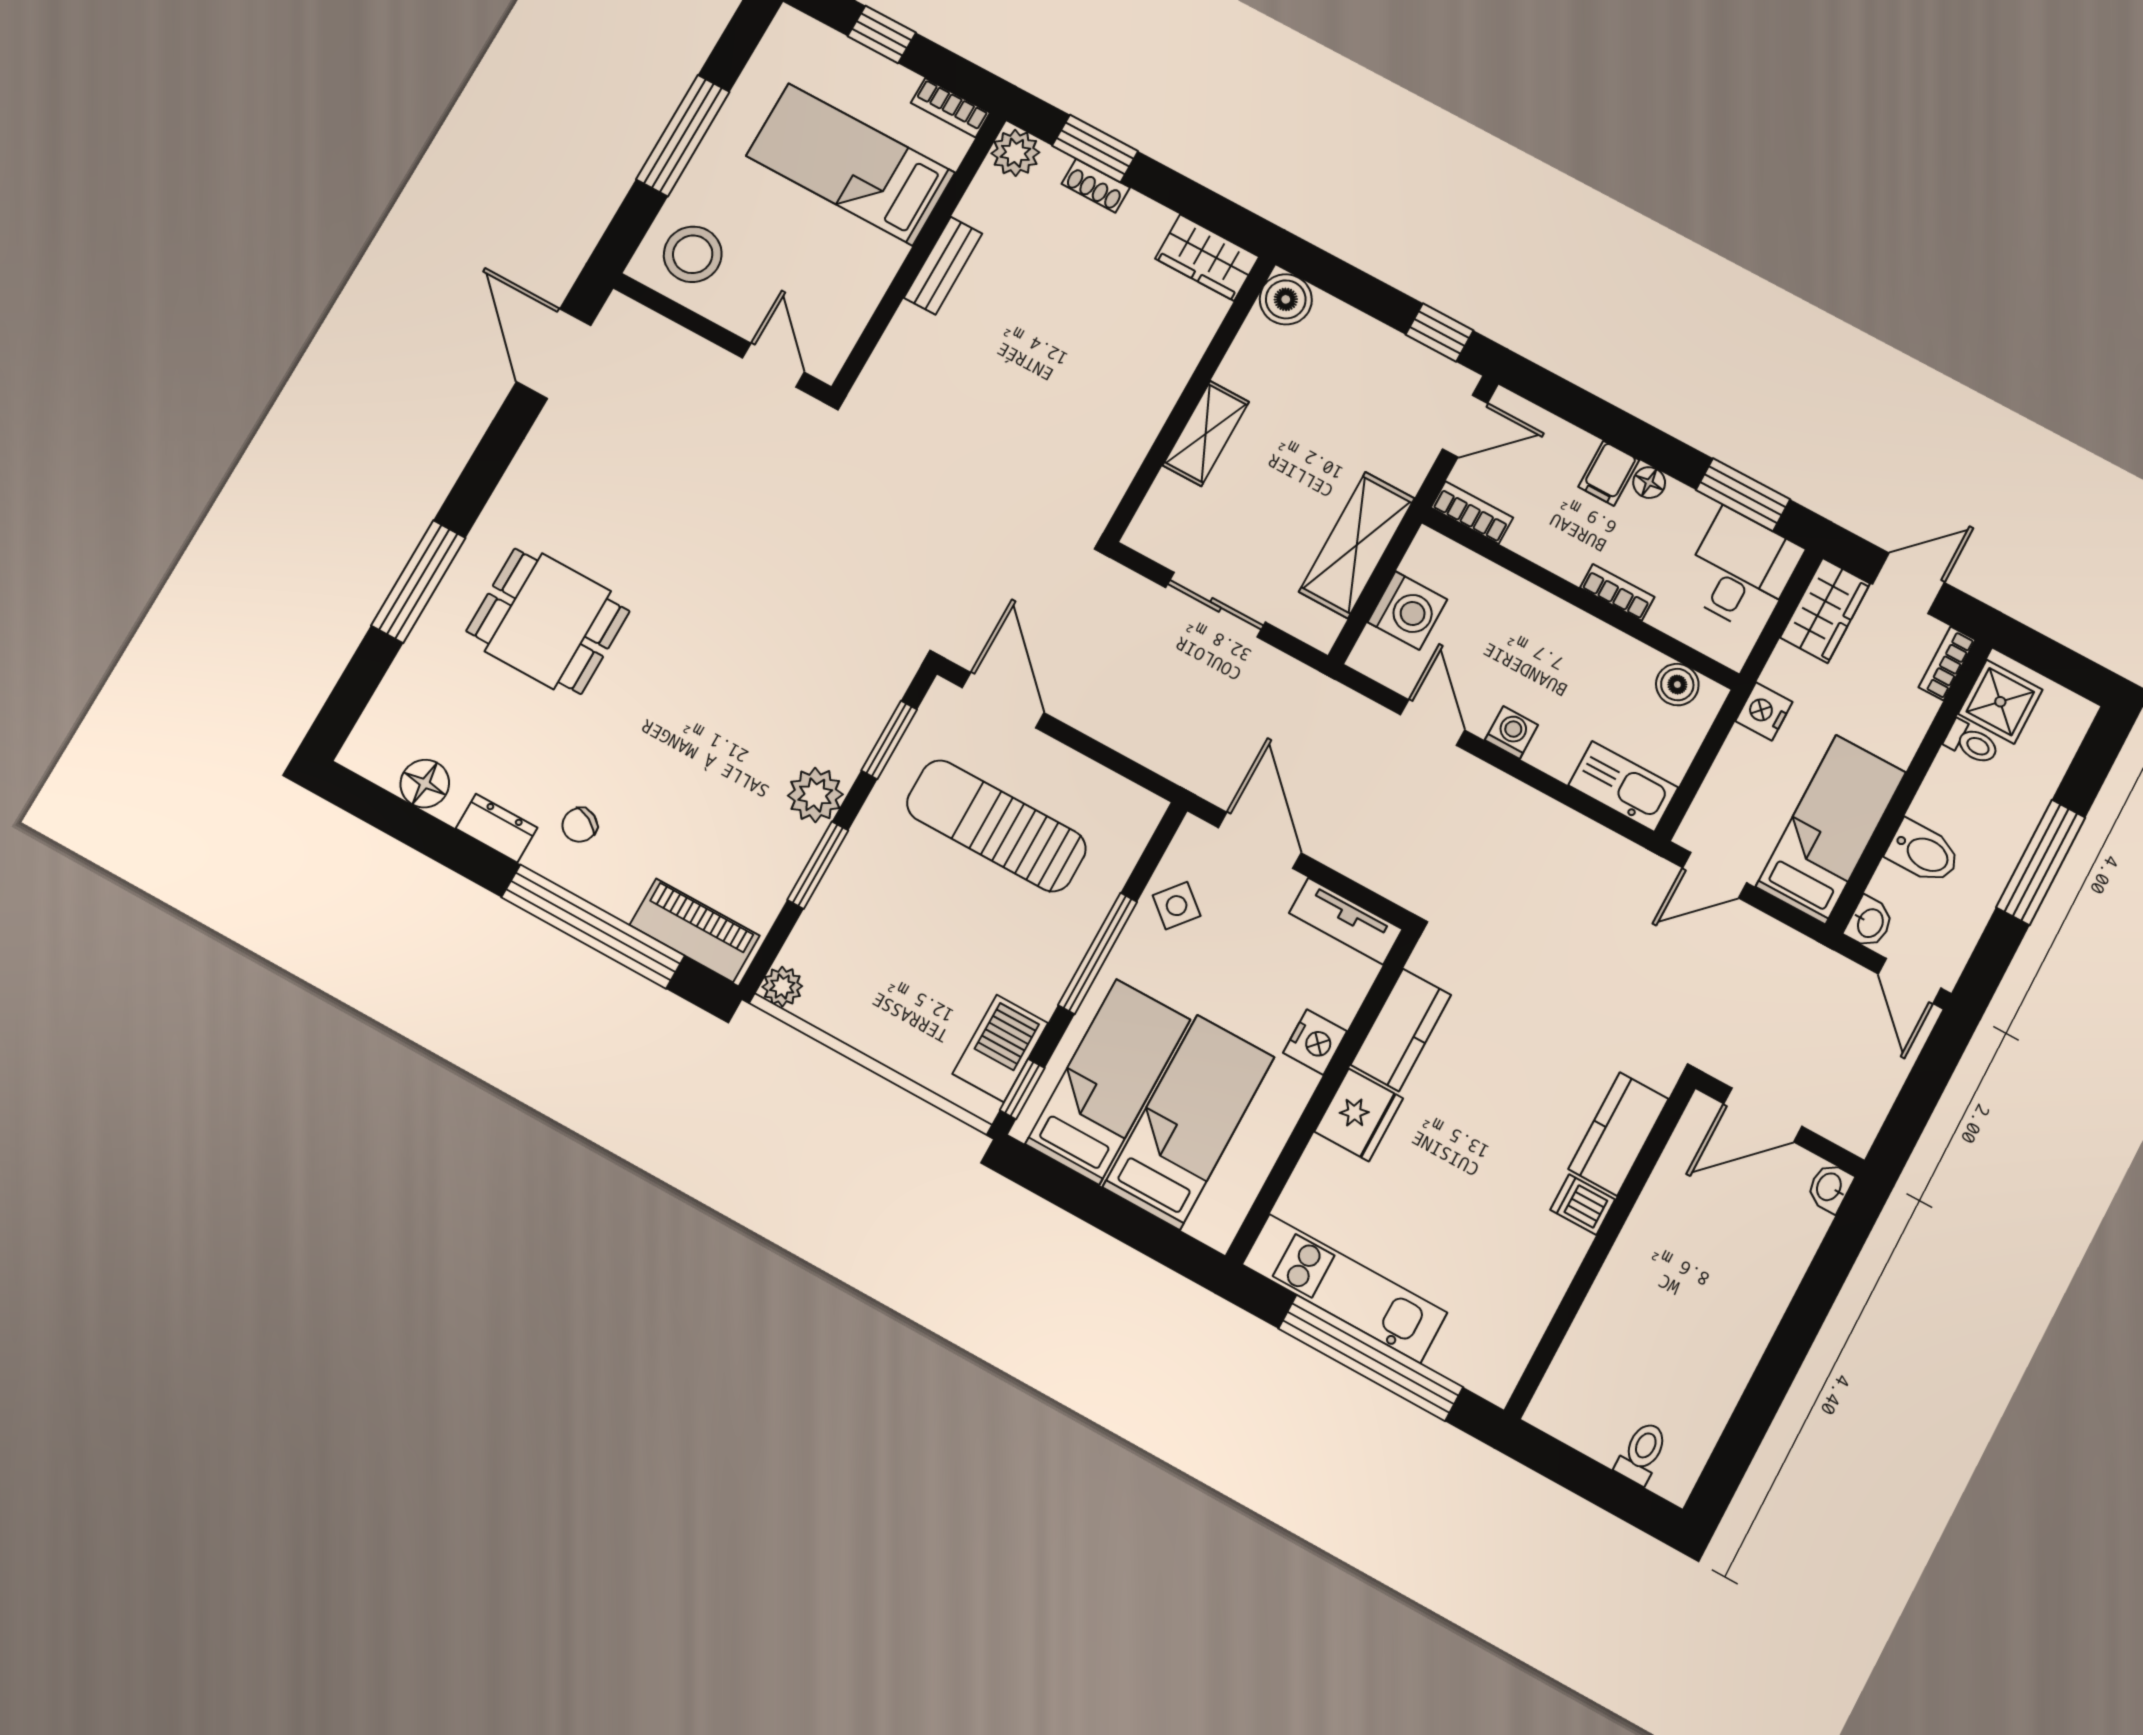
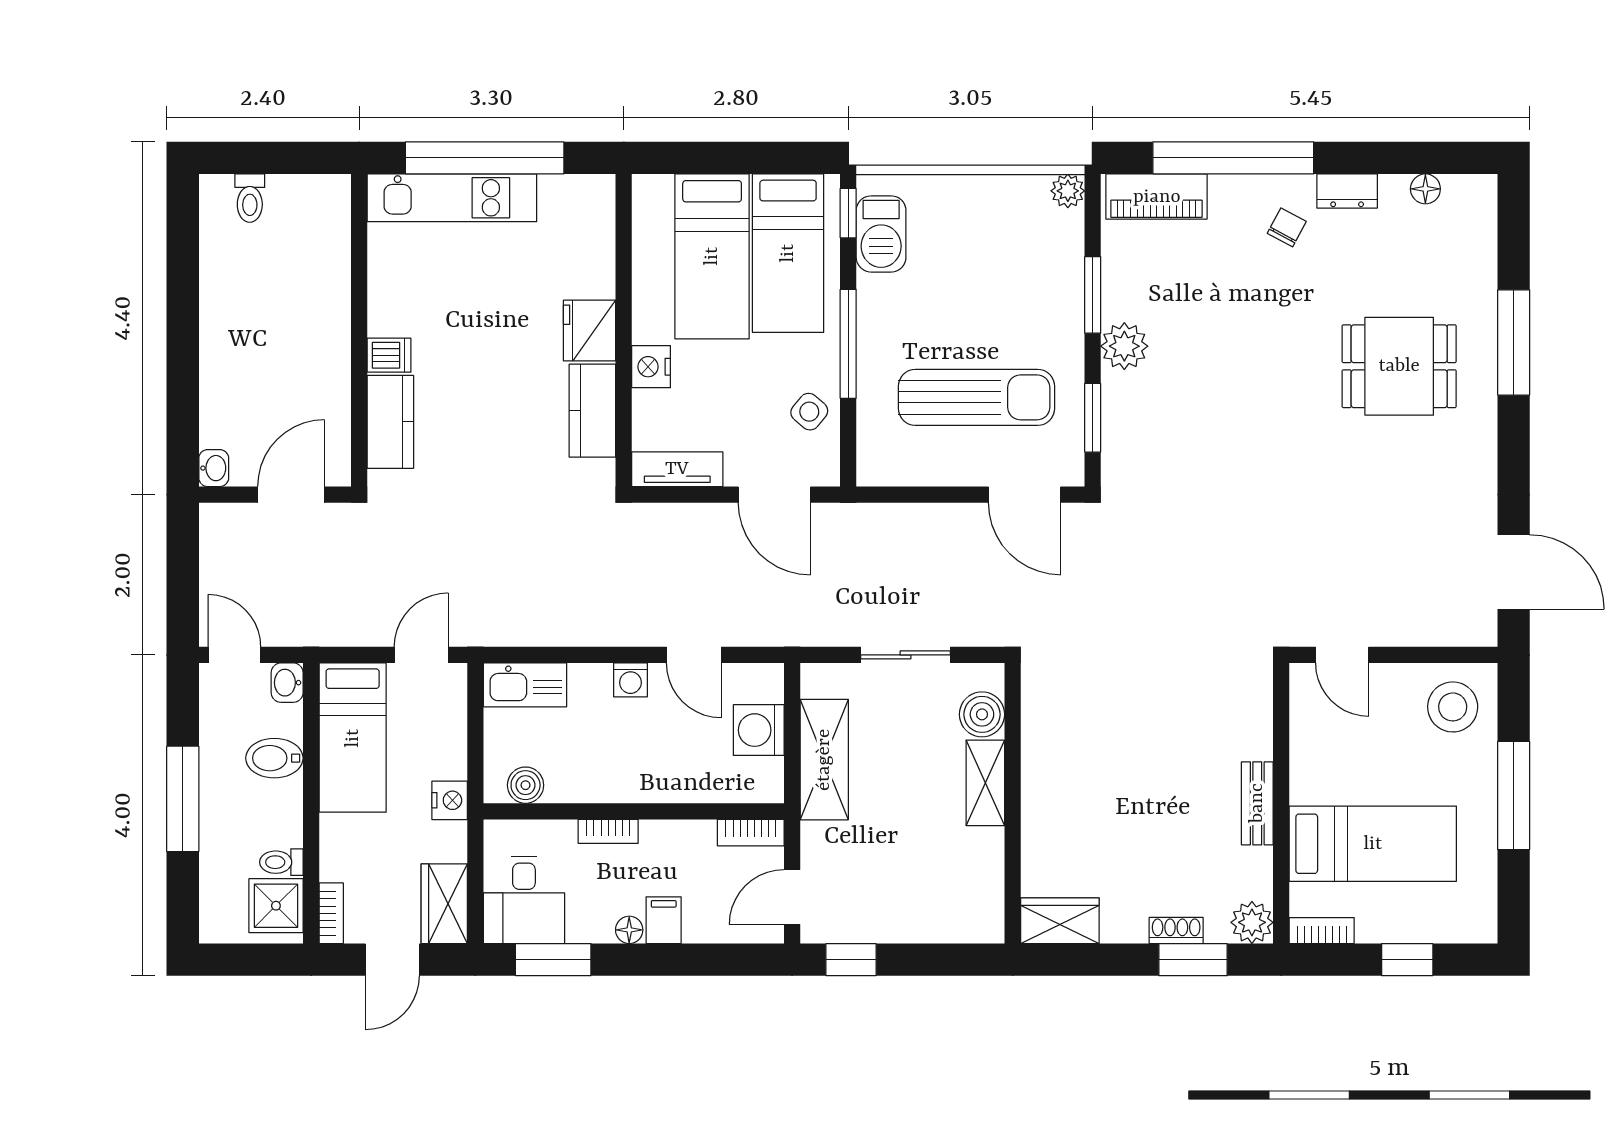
boiler: (1286, 299) -> (982, 714), moved
floor lamp: (425, 784) -> (1425, 189), width x0.73, depth x0.73
kitchen unit: (1345, 1288) -> (452, 198), moved

